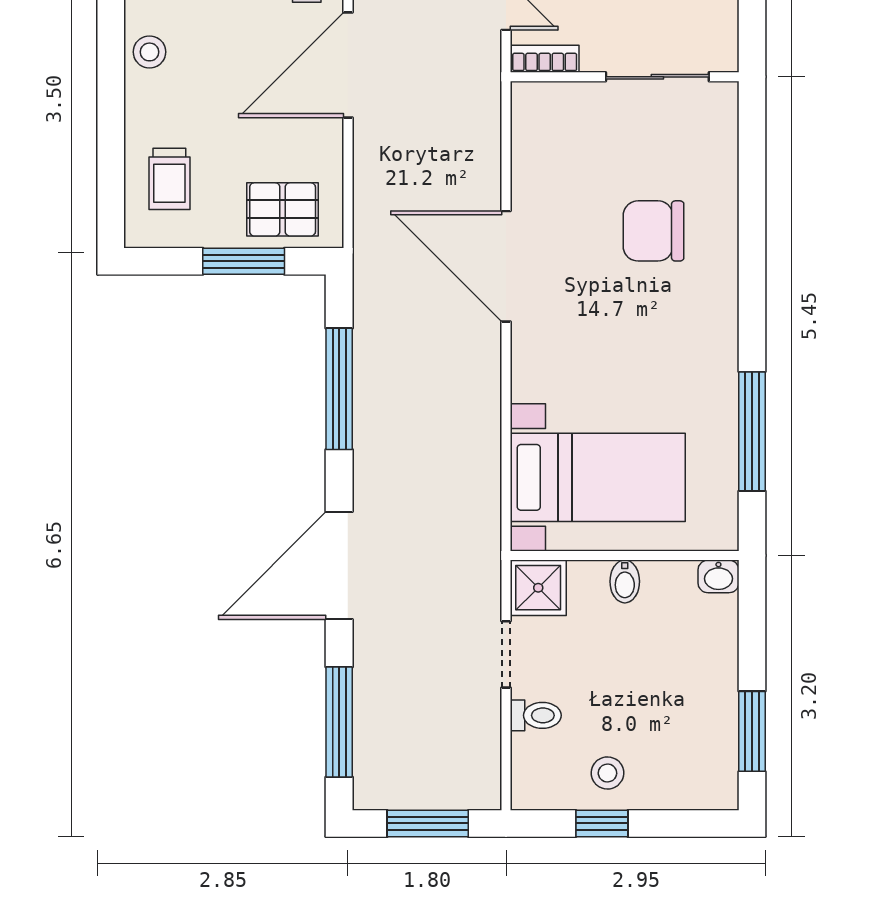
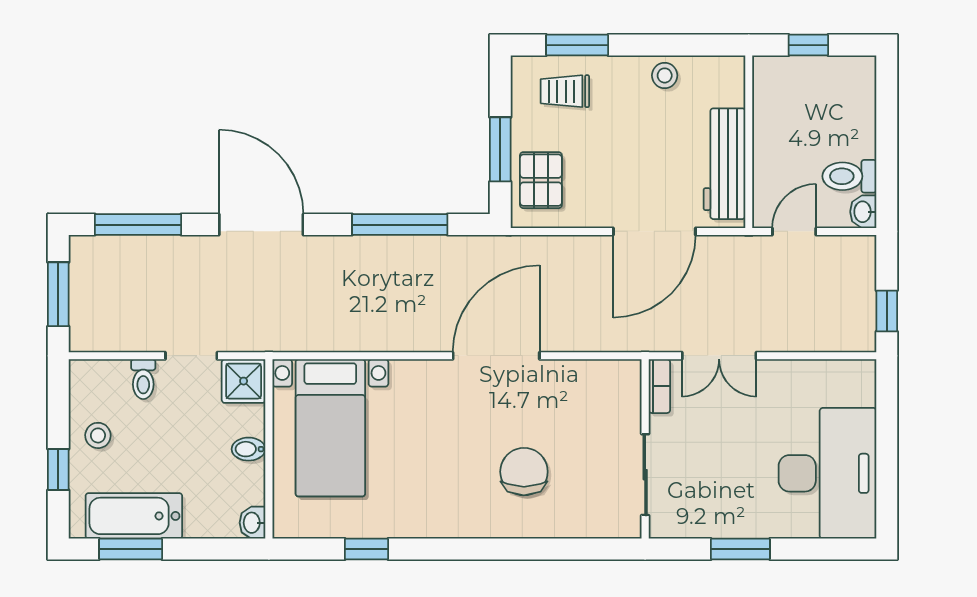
door: (348, 65) -> (654, 231), swing flipped
window: (111, 163) -> (577, 45), added
window: (752, 431) -> (366, 549), width x0.46
bathtub: (710, 727) -> (134, 516), added
window: (602, 823) -> (58, 469), moved

